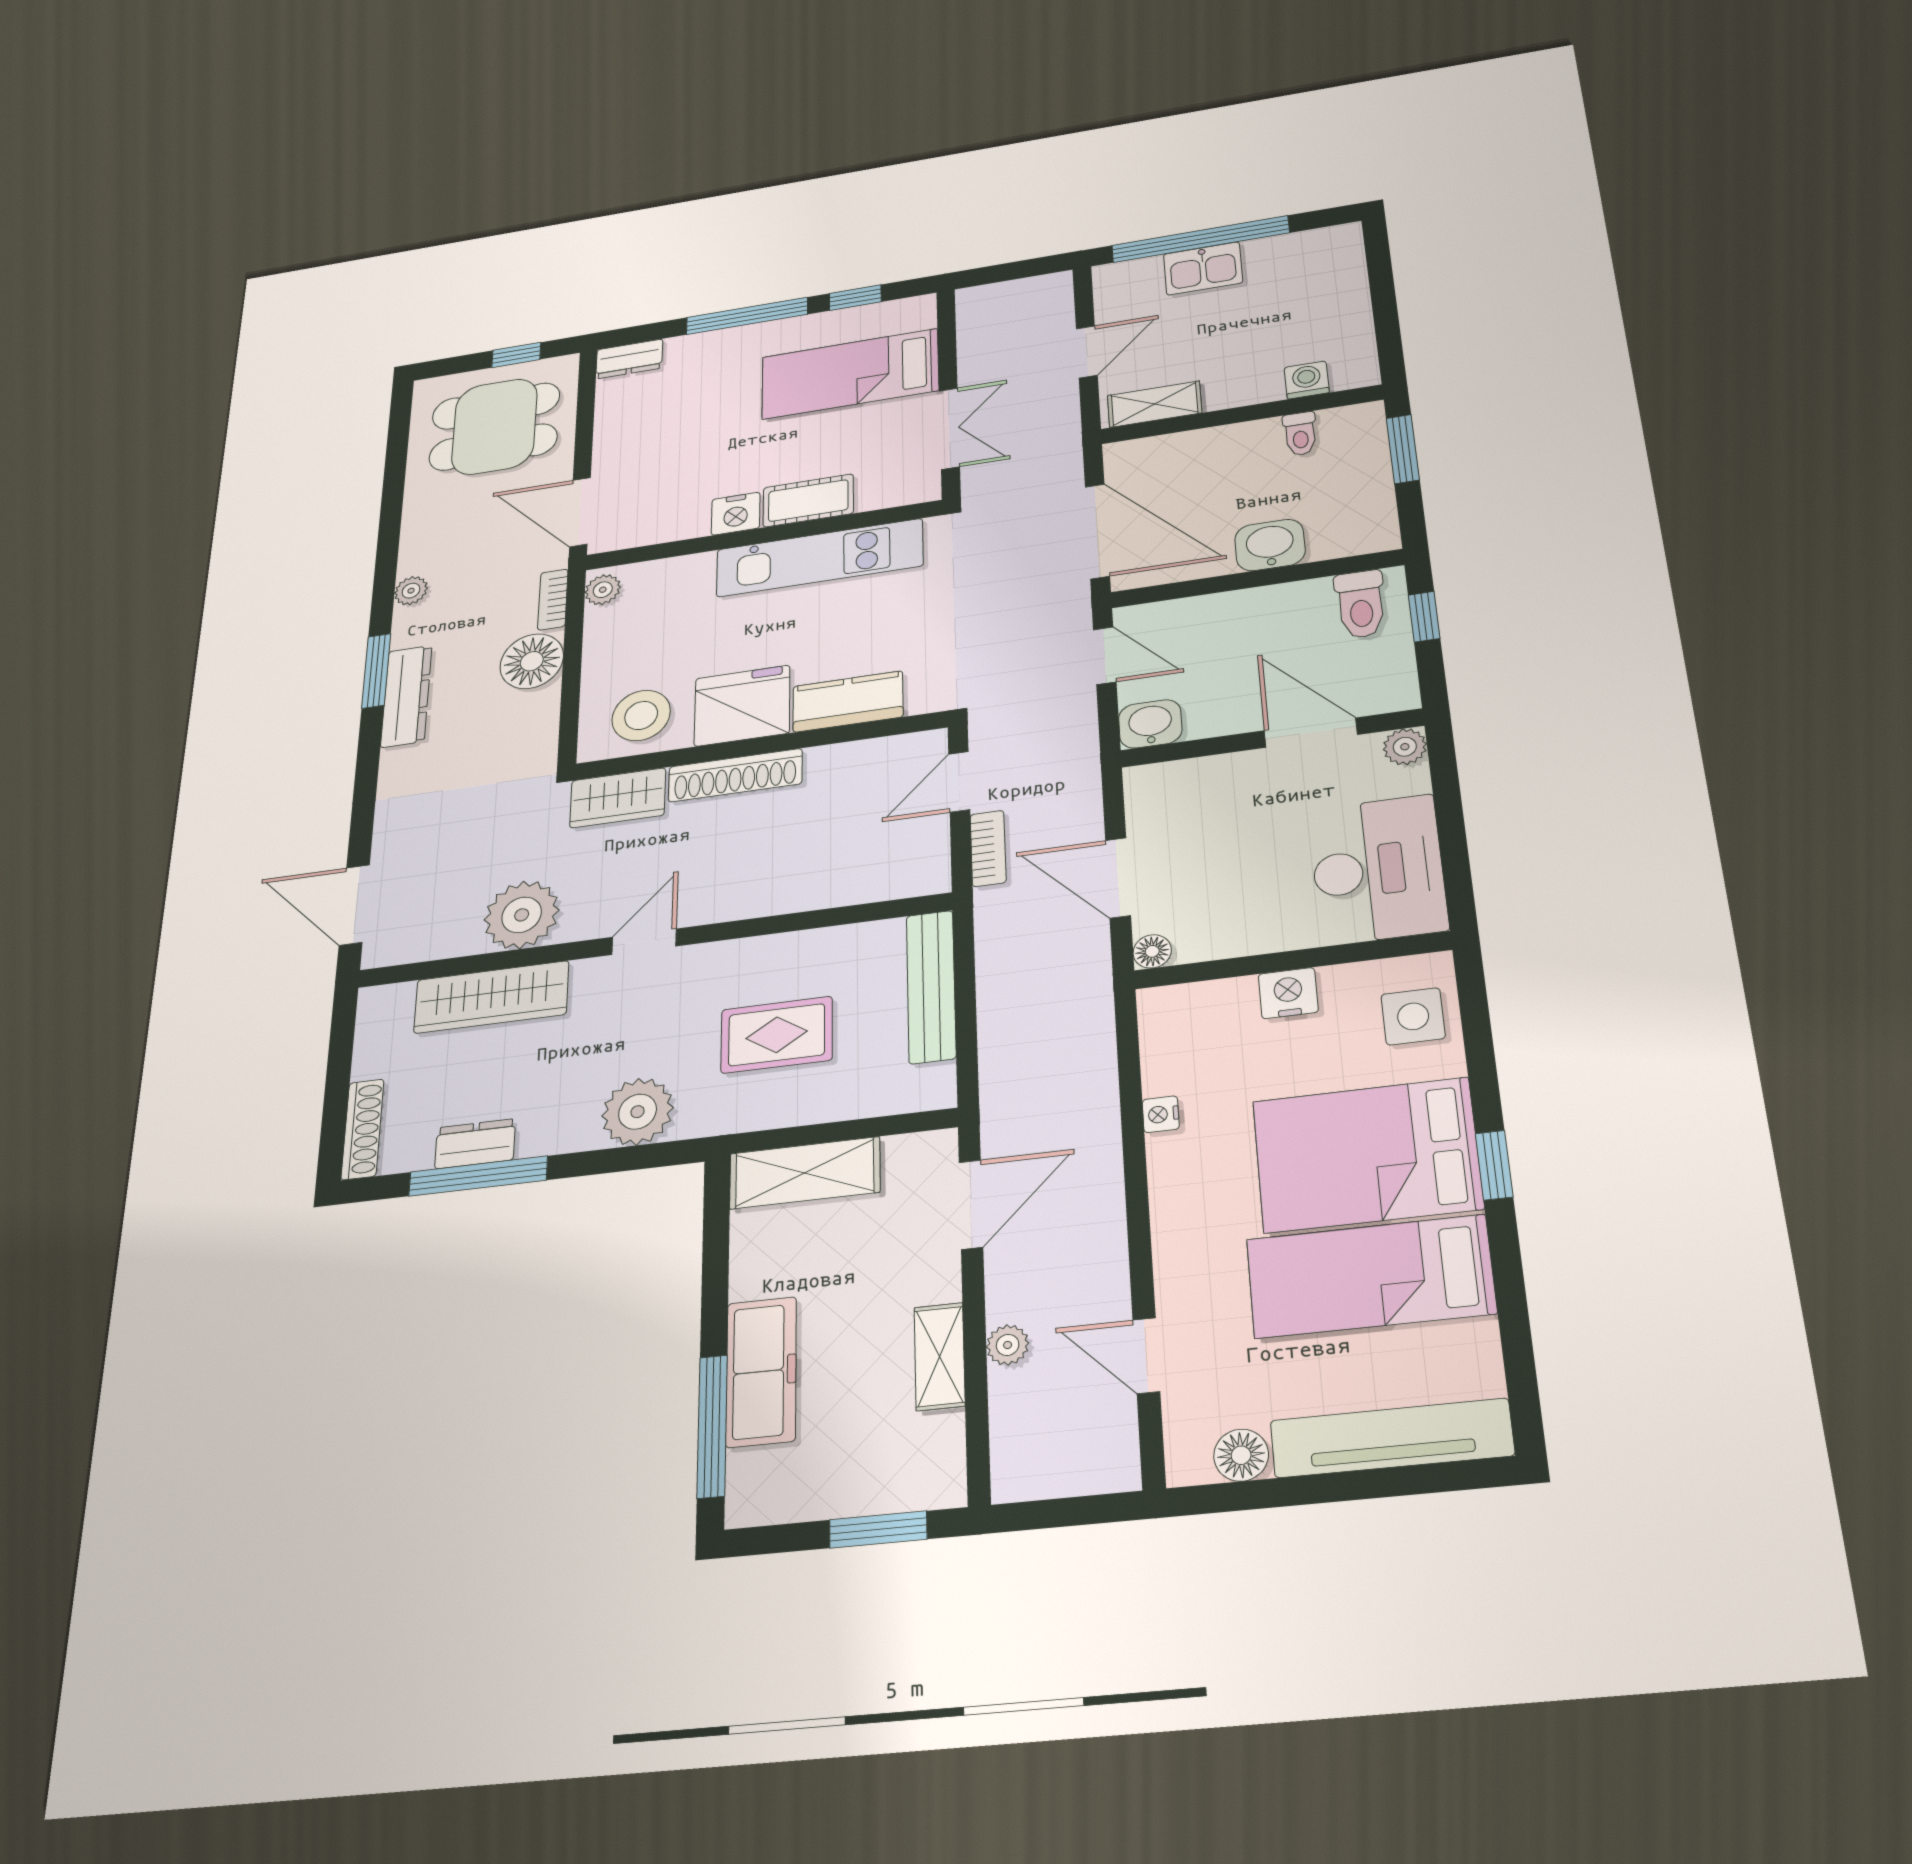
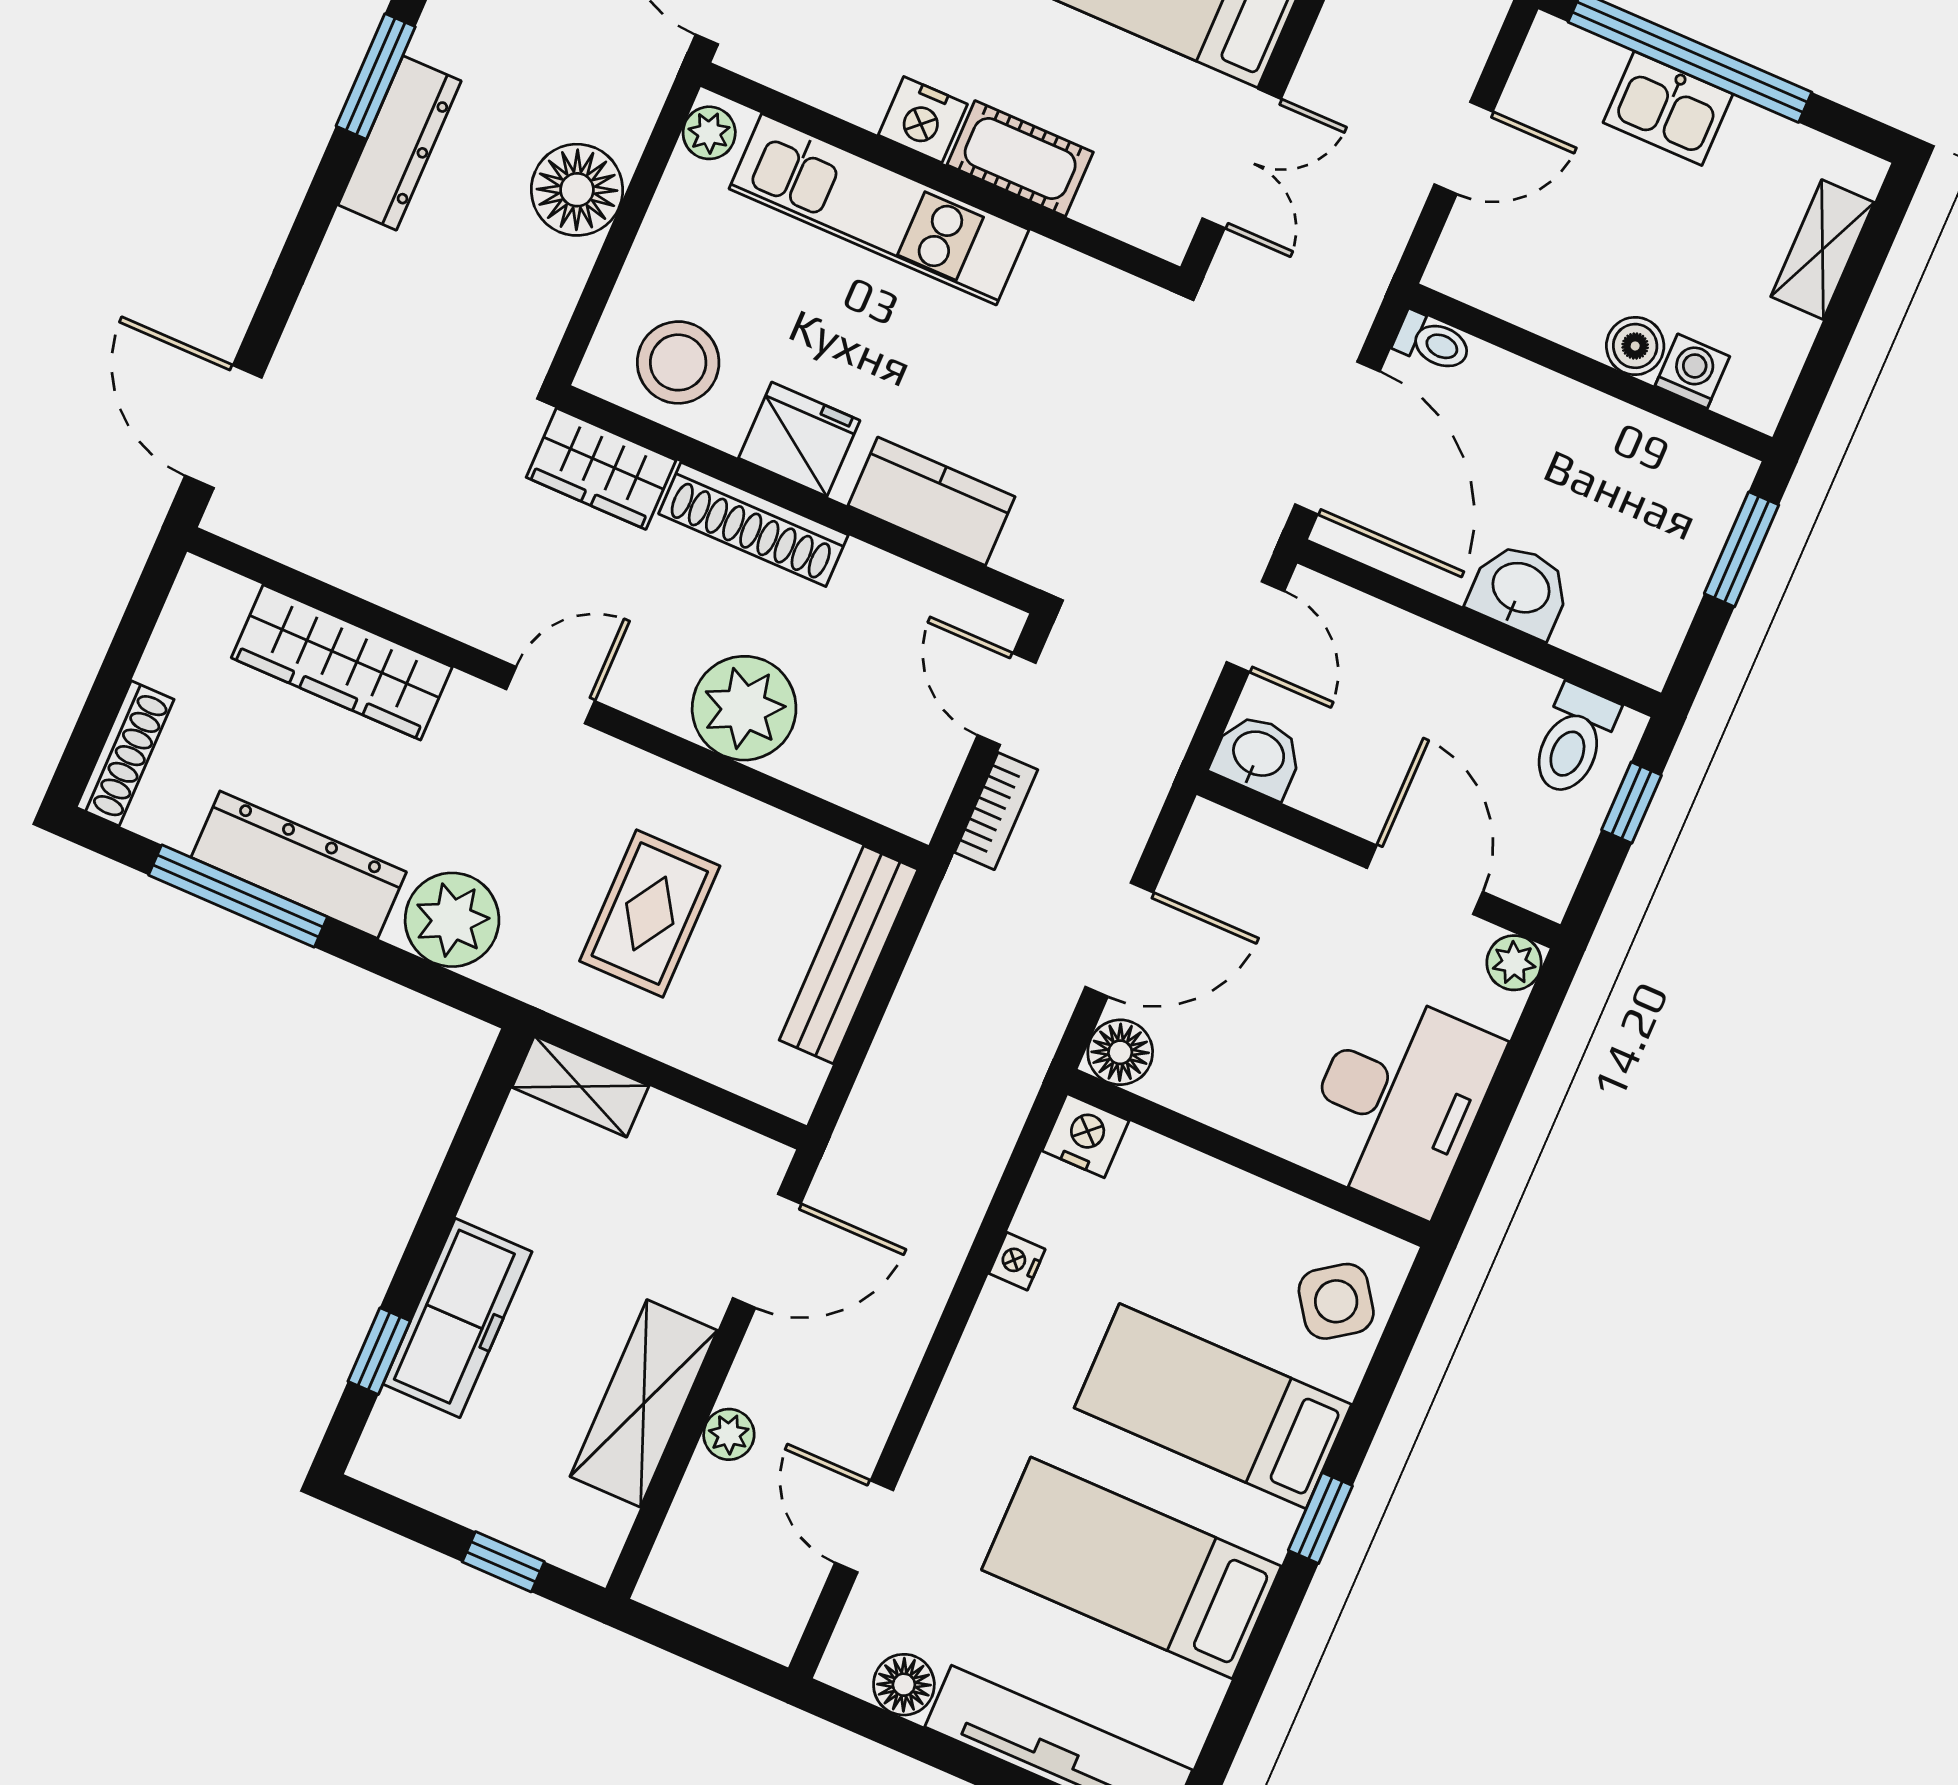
boiler: (1261, 387) -> (1635, 346), added
shelving: (1155, 404) -> (1822, 250), moved, turned 90
toilet: (1300, 434) -> (1433, 342), moved, turned -90
kitchen unit: (819, 558) -> (879, 209), moved
bookcase: (553, 600) -> (641, 107), removed
fridge: (742, 706) -> (799, 439), width x0.73, depth x0.75
door: (959, 782) -> (1007, 699), hinge flipped
door: (1118, 878) -> (1119, 940), swing flipped
plant: (522, 915) -> (744, 708), moved
floor lamp: (1152, 951) -> (1120, 1052), width x1.37, depth x1.37
nightstand: (1288, 993) -> (1086, 1136), moved
side table: (1413, 1016) -> (1336, 1301), turned -35
rug: (777, 1035) -> (650, 914), turned 90
dresser: (475, 1144) -> (299, 865), width x1.96, depth x1.24
bed: (1367, 1155) -> (1213, 1406), width x0.67
shelving: (805, 1173) -> (581, 1087), width x0.67, depth x0.75
shelving: (940, 1356) -> (644, 1403), width x1.50, depth x1.33
window: (712, 1426) -> (379, 1351), width x0.46
window: (878, 1530) -> (503, 1562), width x0.67

